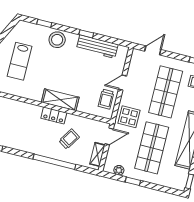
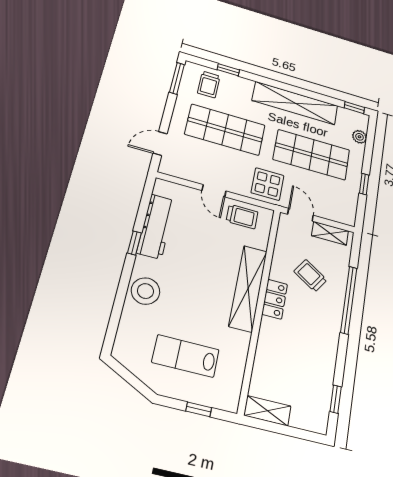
window: (44, 23) -> (117, 312), removed
door: (153, 50) -> (160, 144), hinge flipped
lab bench: (20, 61) -> (185, 356), turned 180
shelving: (60, 100) -> (248, 288), width x1.47
plant: (119, 170) -> (360, 137), moved

